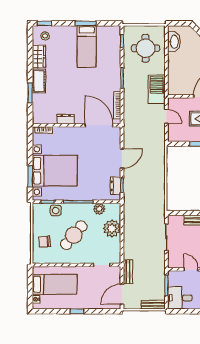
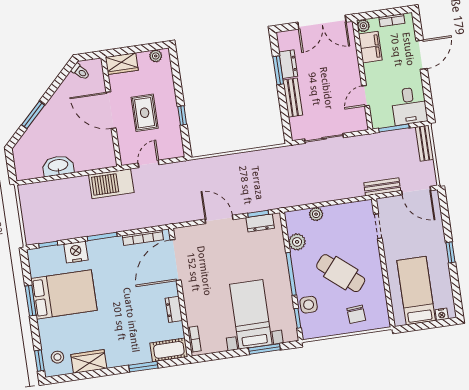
washbasin: (174, 42) -> (58, 166), moved
bed: (87, 46) -> (64, 294), width x1.50
round table: (145, 48) -> (54, 209), removed
nightstand: (114, 59) -> (76, 252), added
cot: (39, 81) -> (169, 350), moved
bed with nightstands: (55, 171) -> (251, 314), width x0.73
plant: (112, 228) -> (316, 214), width x0.53, depth x0.53

